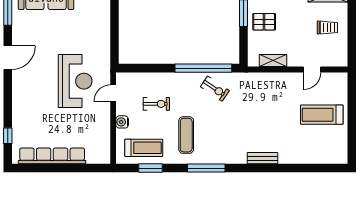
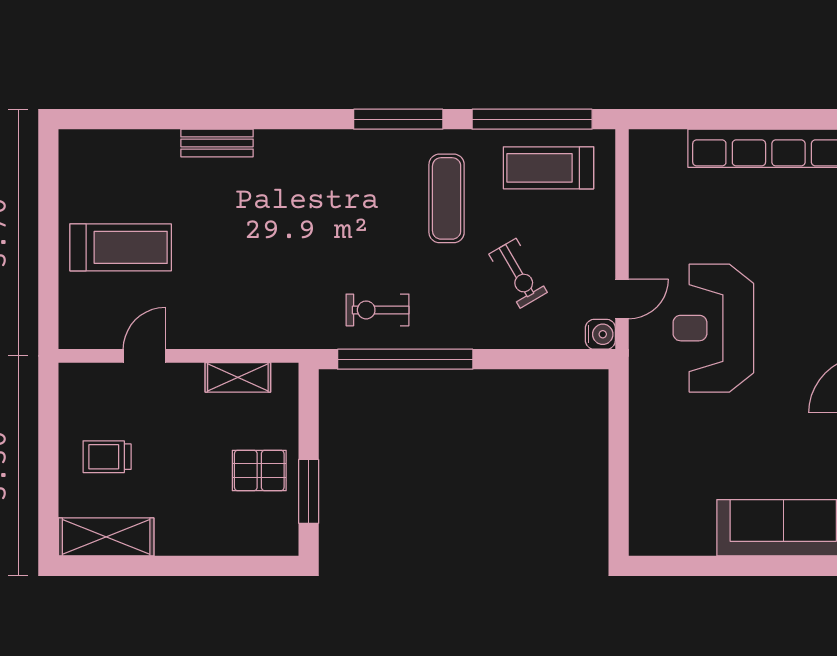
exercise bike: (215, 89) -> (377, 310), turned -34
exercise bike: (156, 104) -> (518, 273), turned -120
water cooler: (122, 122) -> (600, 334), moved
bench: (262, 158) -> (217, 143), moved
window: (151, 168) -> (532, 119), width x2.11

